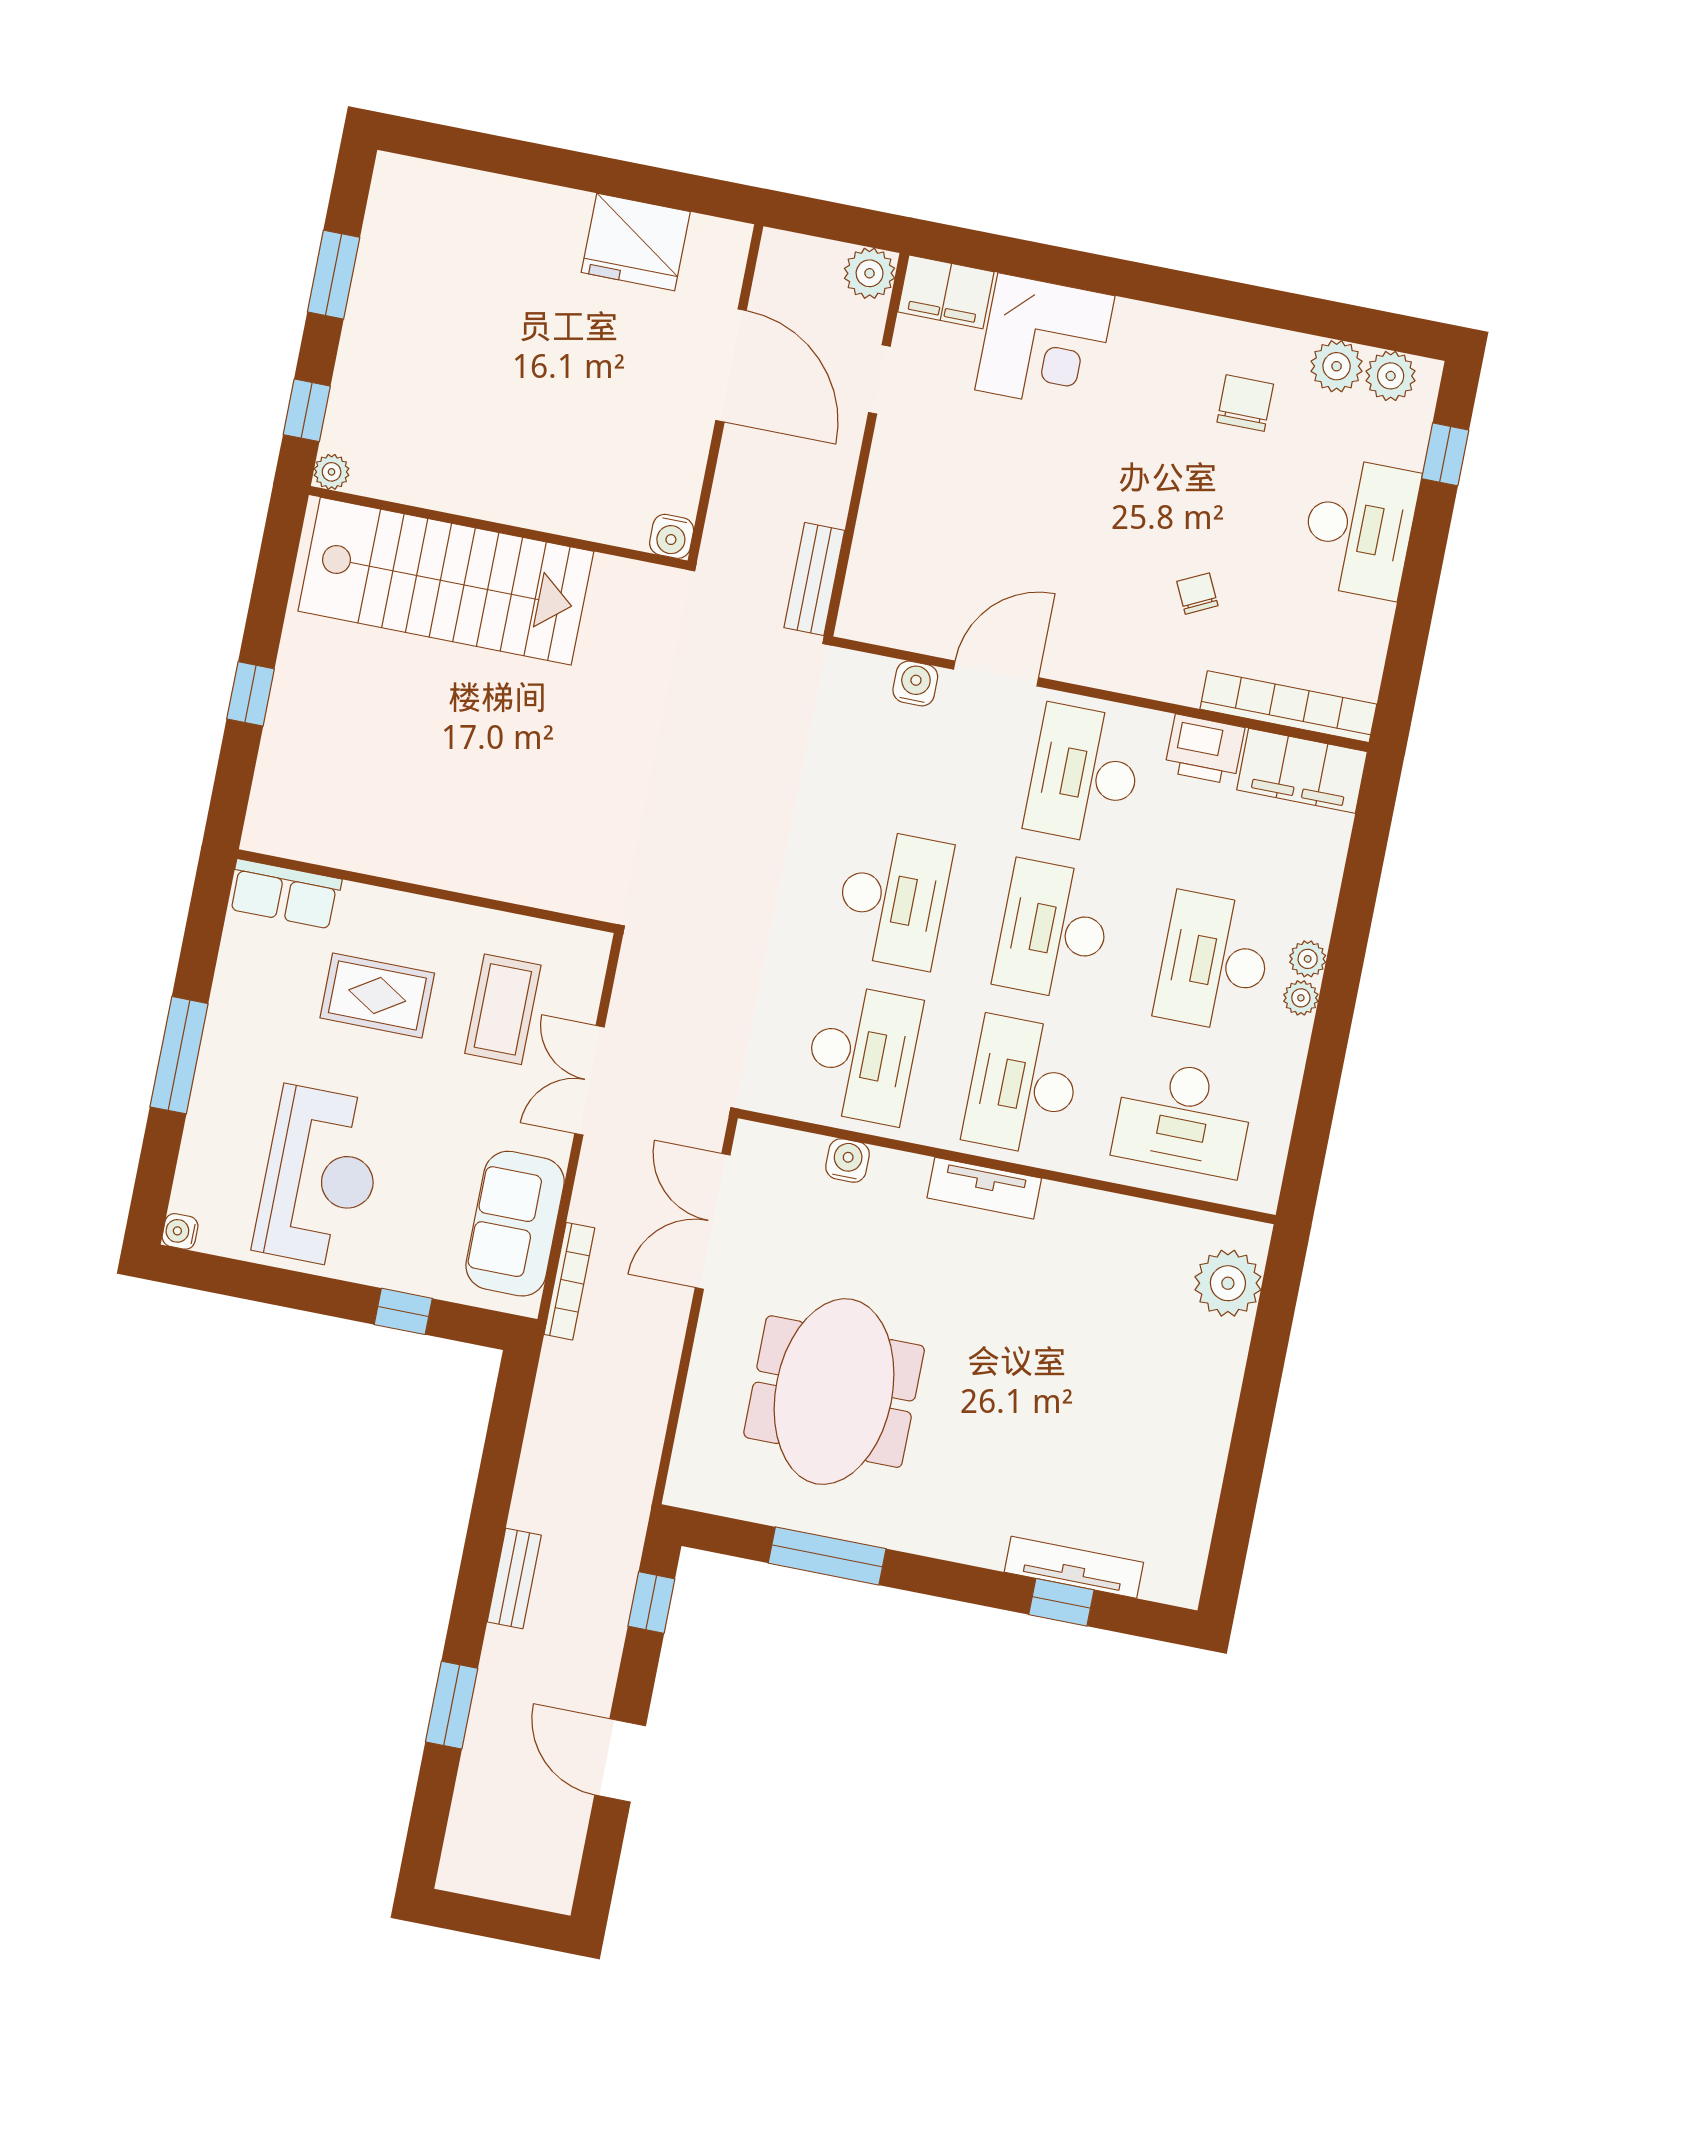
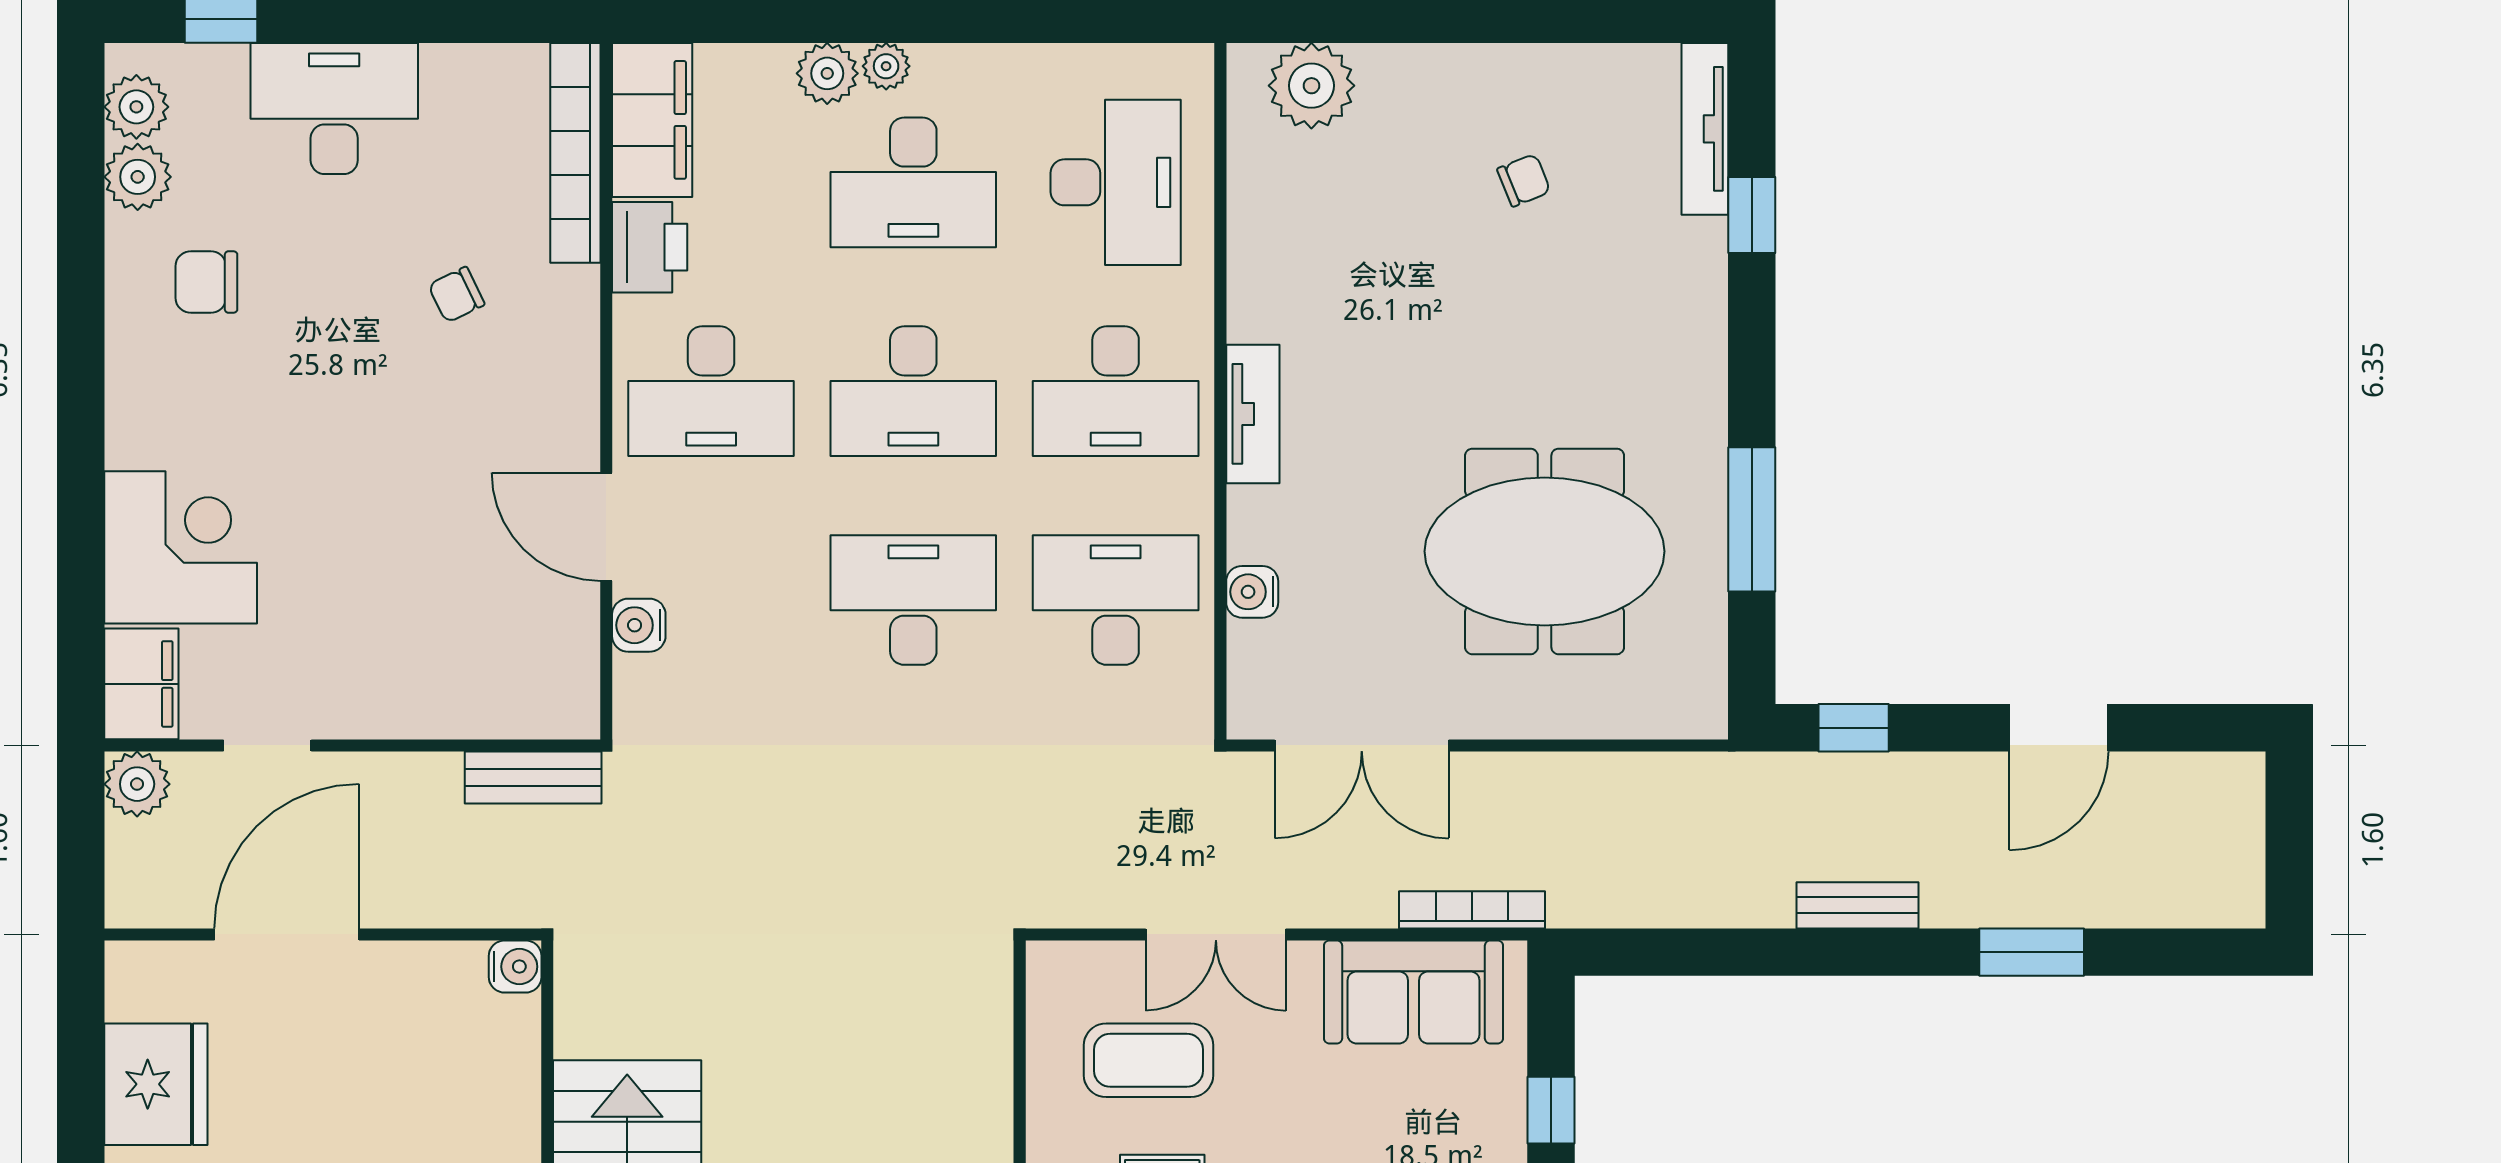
plant: (1301, 998) -> (827, 73), moved, width x1.38, depth x1.38
chair: (1123, 1432) -> (1524, 180), added
tv unit: (1074, 1567) -> (1705, 129), moved

